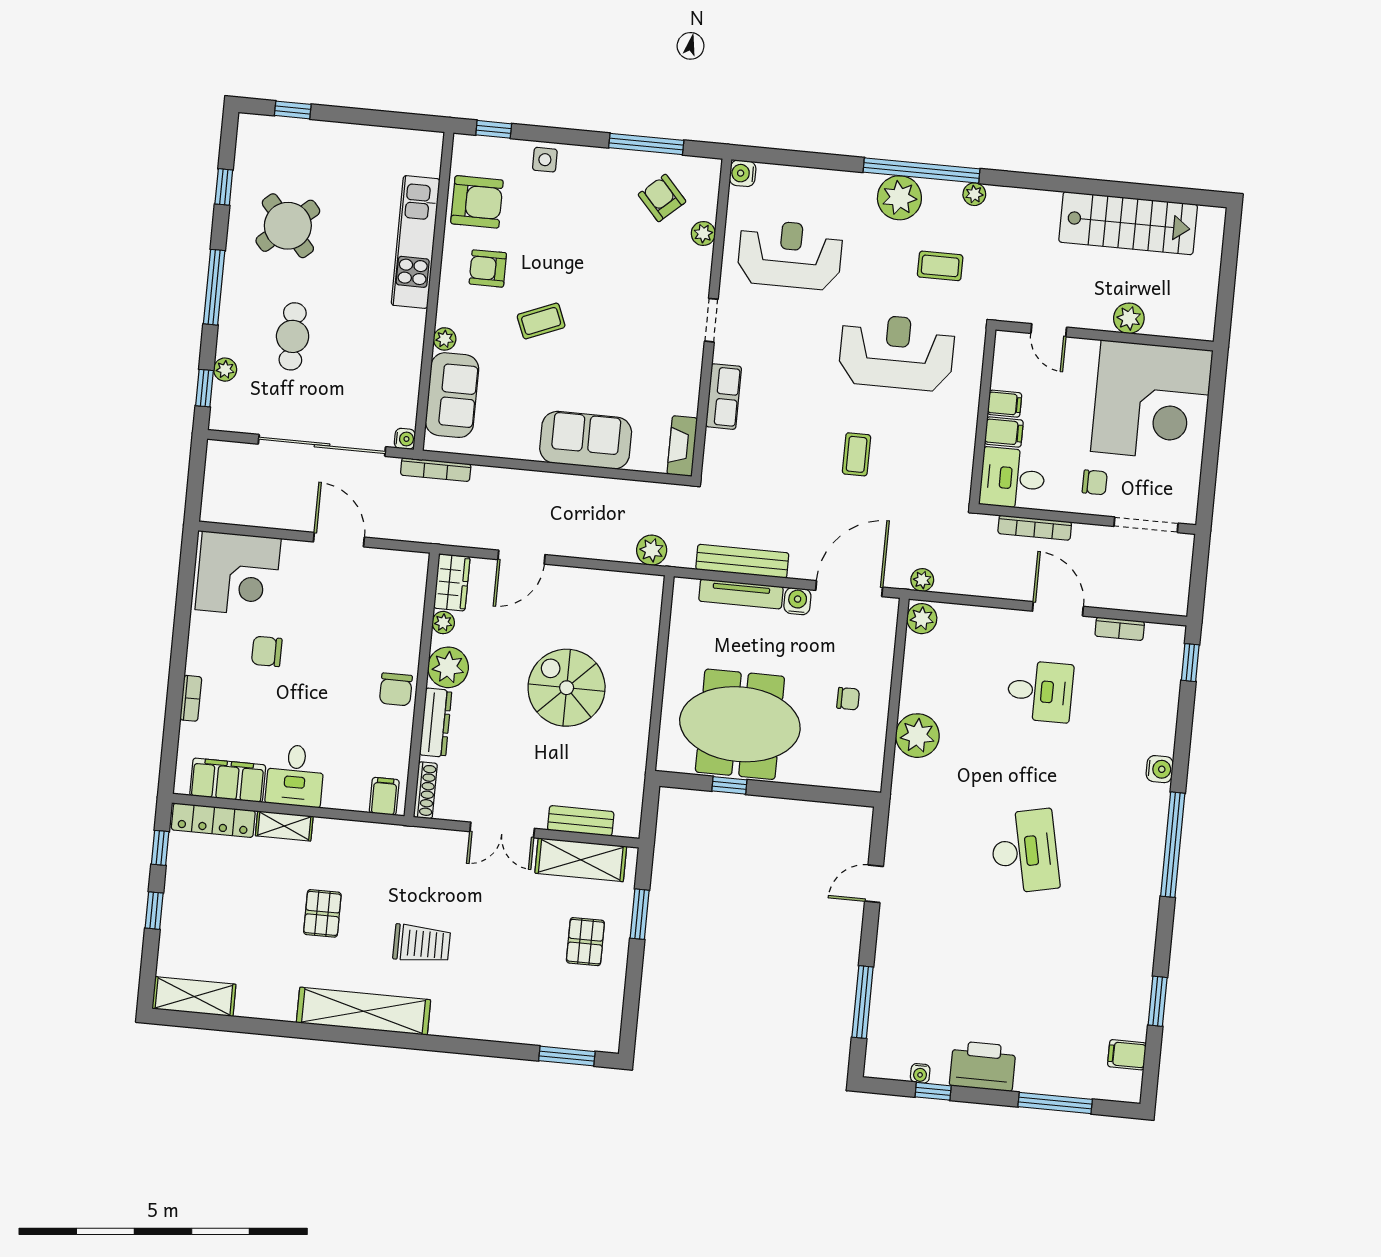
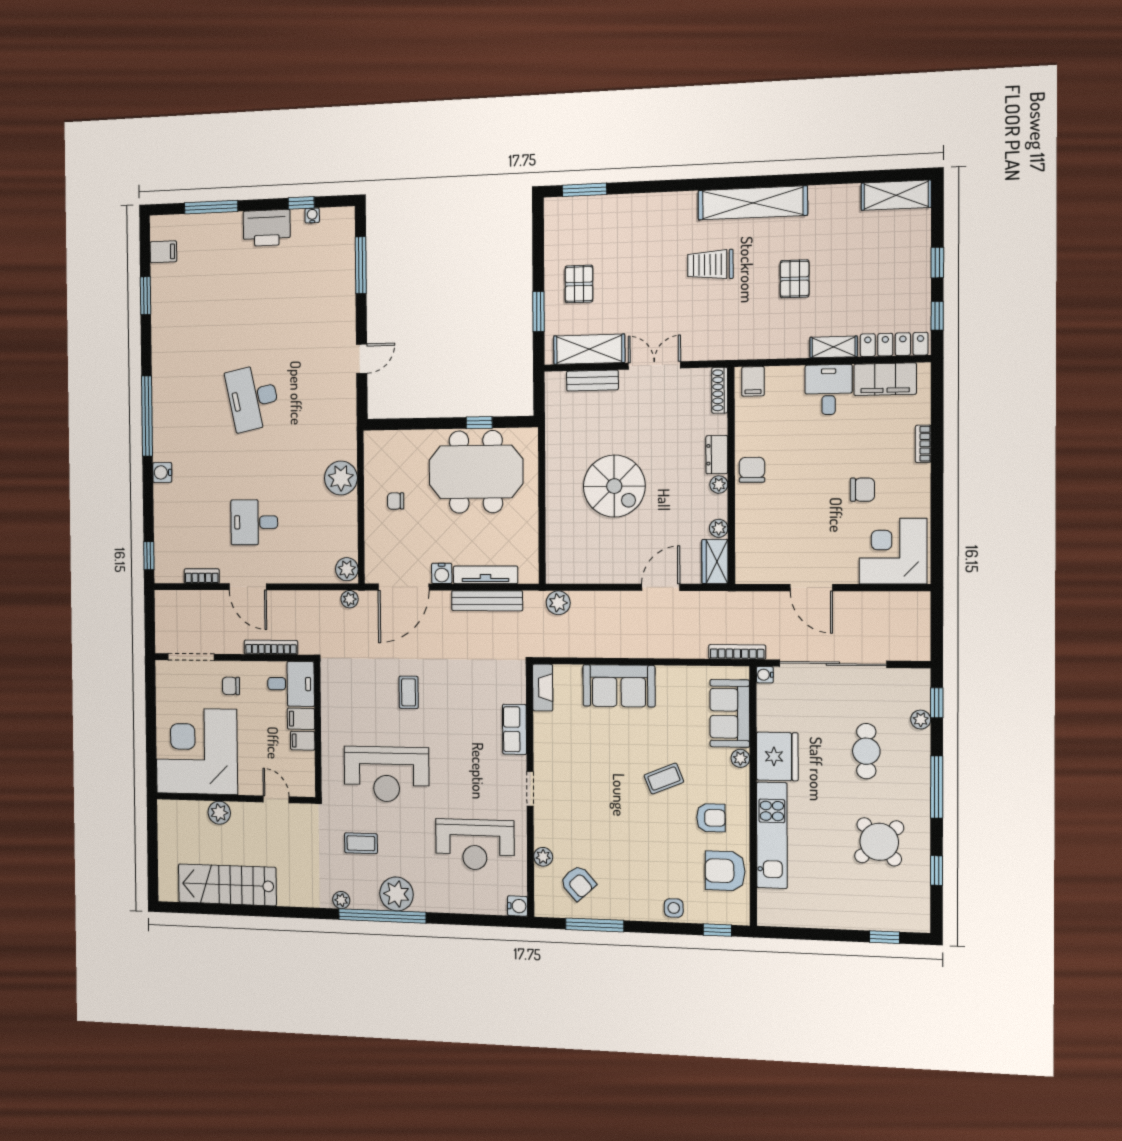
fridge: (400, 338) -> (777, 756), added
plant: (448, 667) -> (719, 485), width x0.53, depth x0.53
dresser: (436, 723) -> (717, 455), width x0.70

